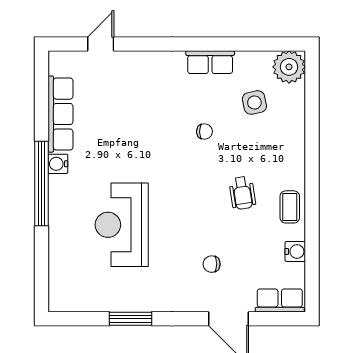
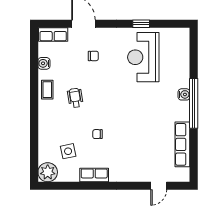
water cooler: (58, 164) -> (184, 94), moved
reception desk: (122, 225) -> (143, 57), moved, turned 180
window: (131, 319) -> (141, 24), width x0.67

